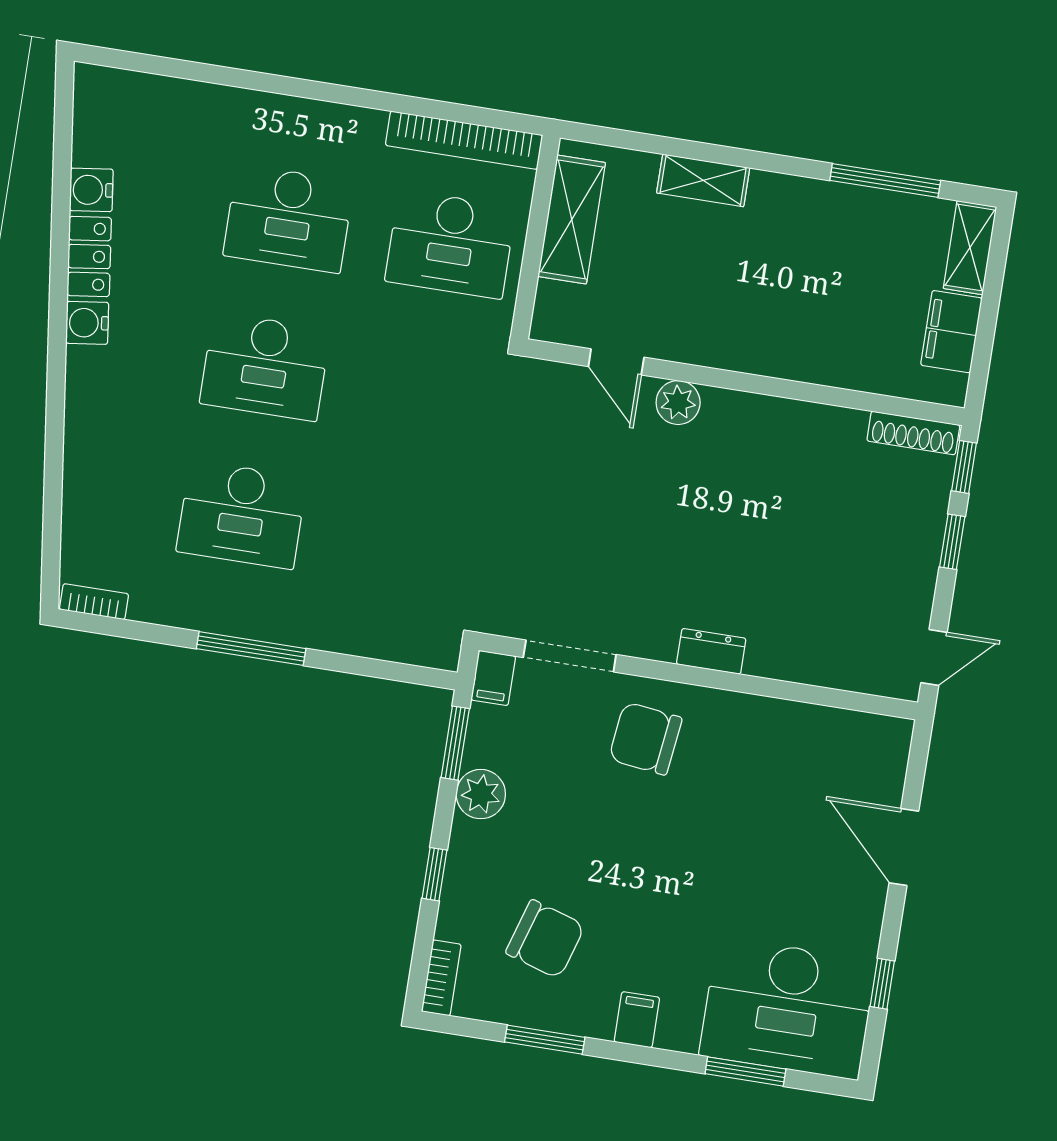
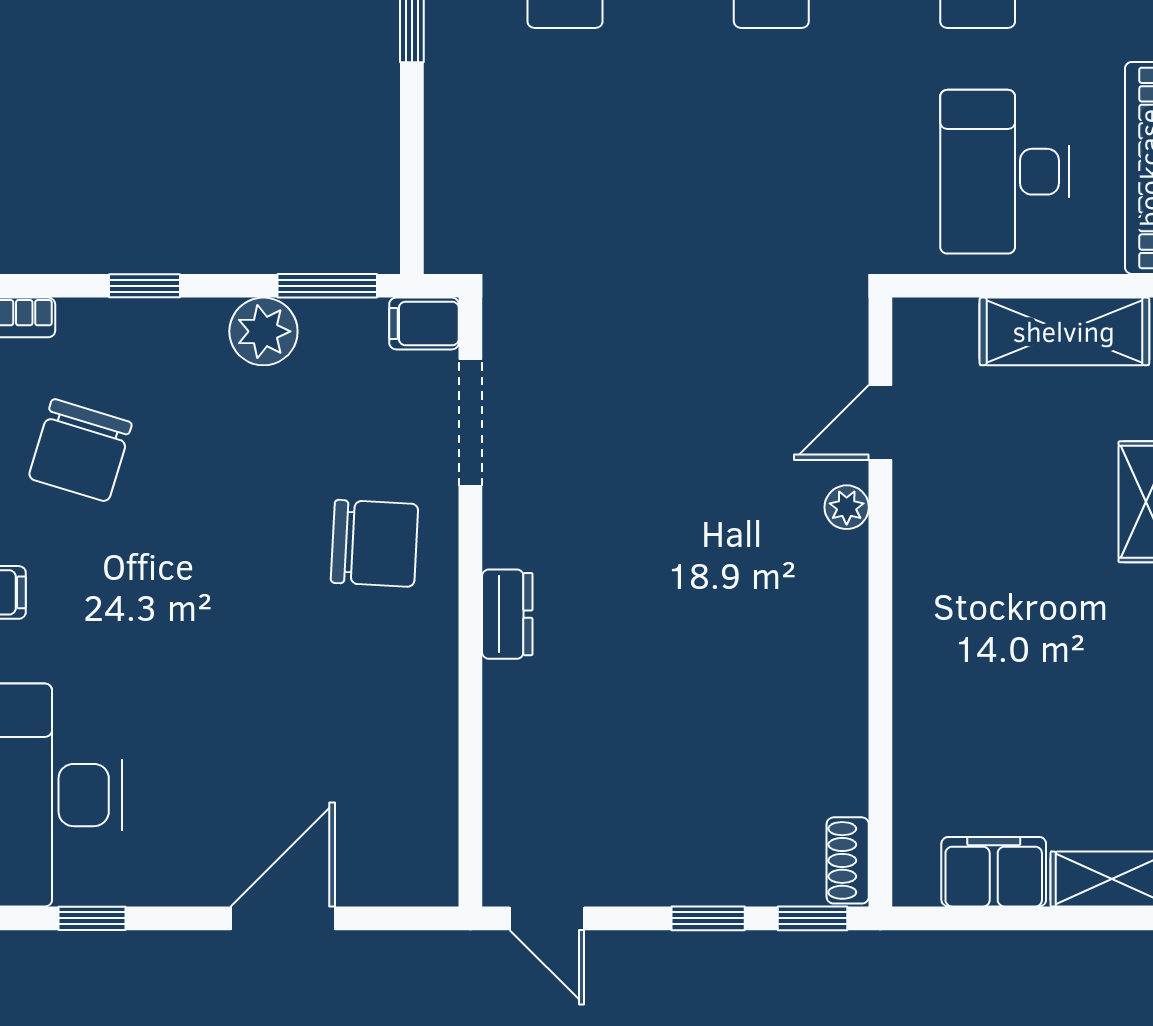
plant: (678, 403) -> (847, 507), width x0.73, depth x0.73
shoe rack: (913, 433) -> (848, 860), width x0.70
chair: (645, 738) -> (375, 543), turned 86

